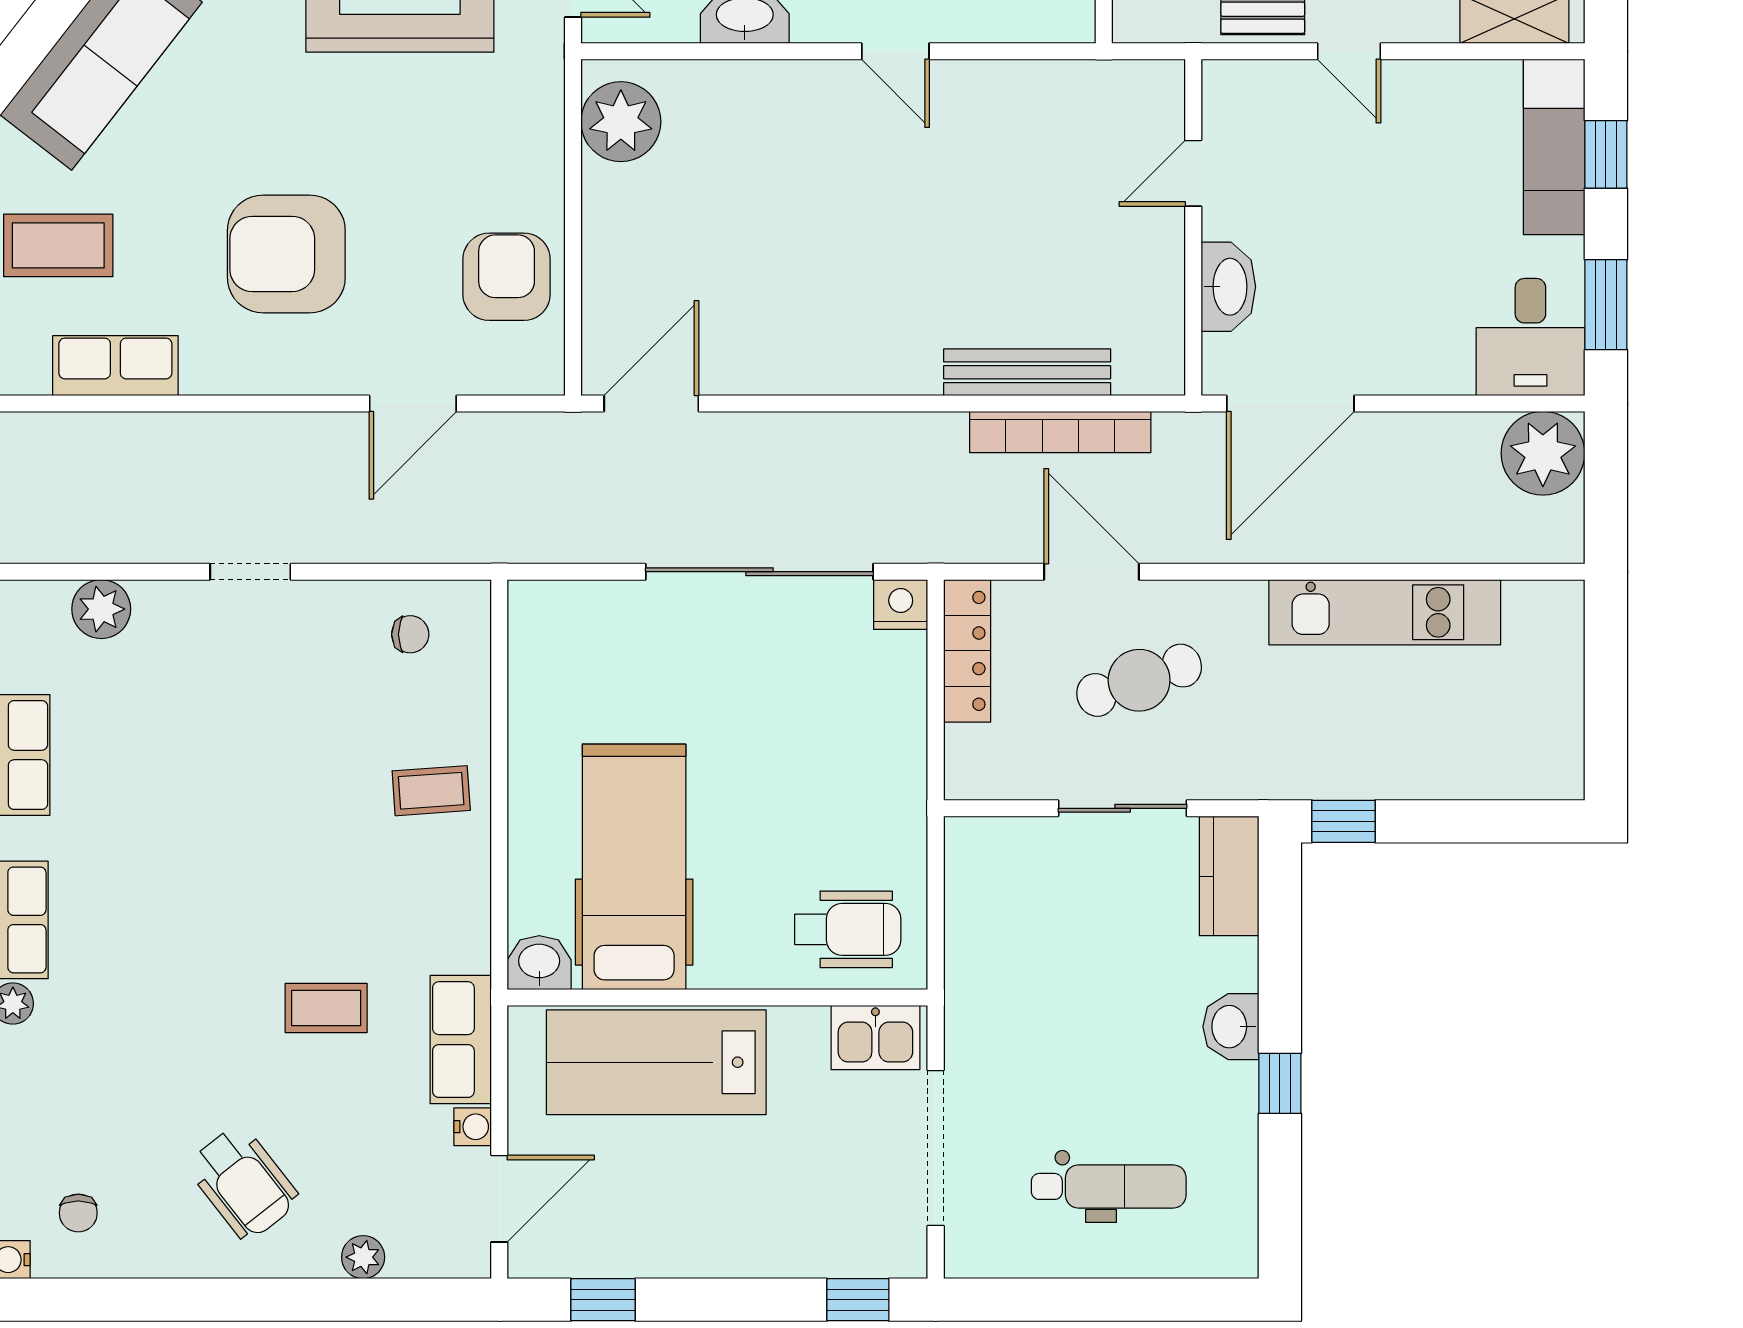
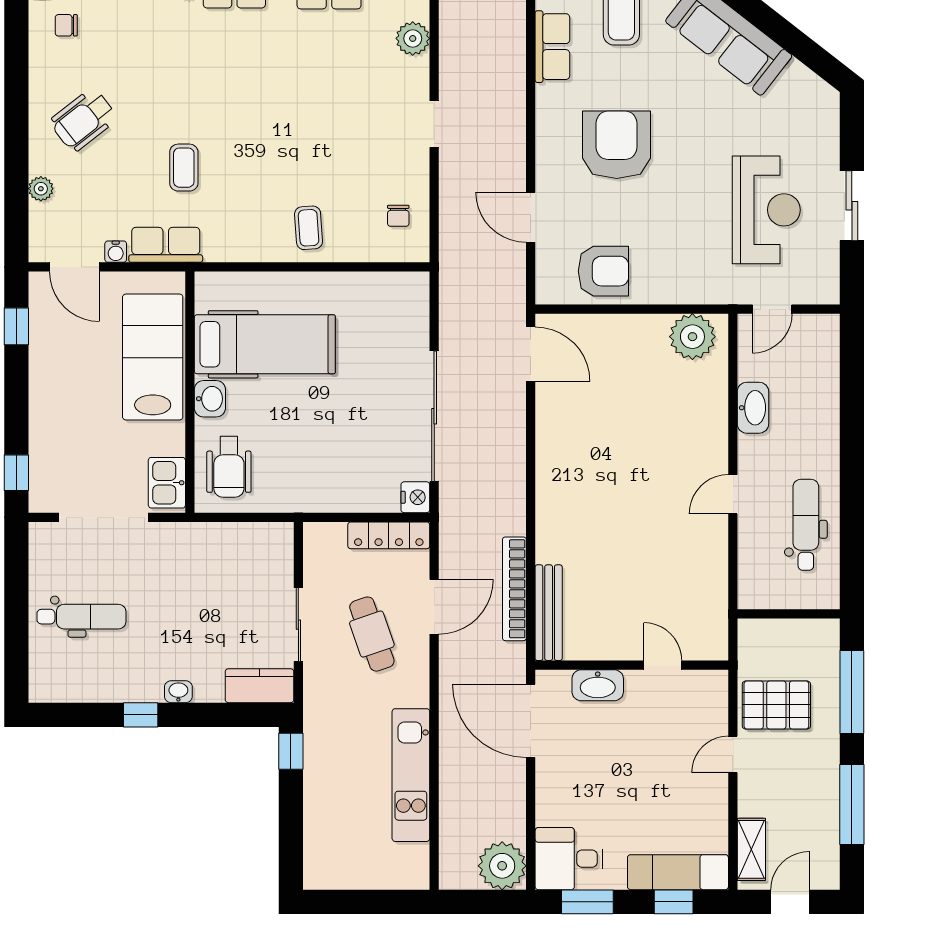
bench: (1027, 372) -> (549, 613), moved
washbasin: (539, 963) -> (210, 399), moved
washbasin: (1231, 1027) -> (178, 692), width x0.72, depth x0.69
dental chair: (1109, 1186) -> (81, 617), turned -90

